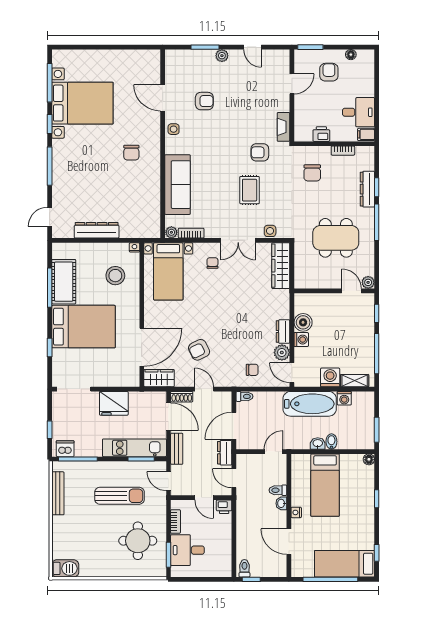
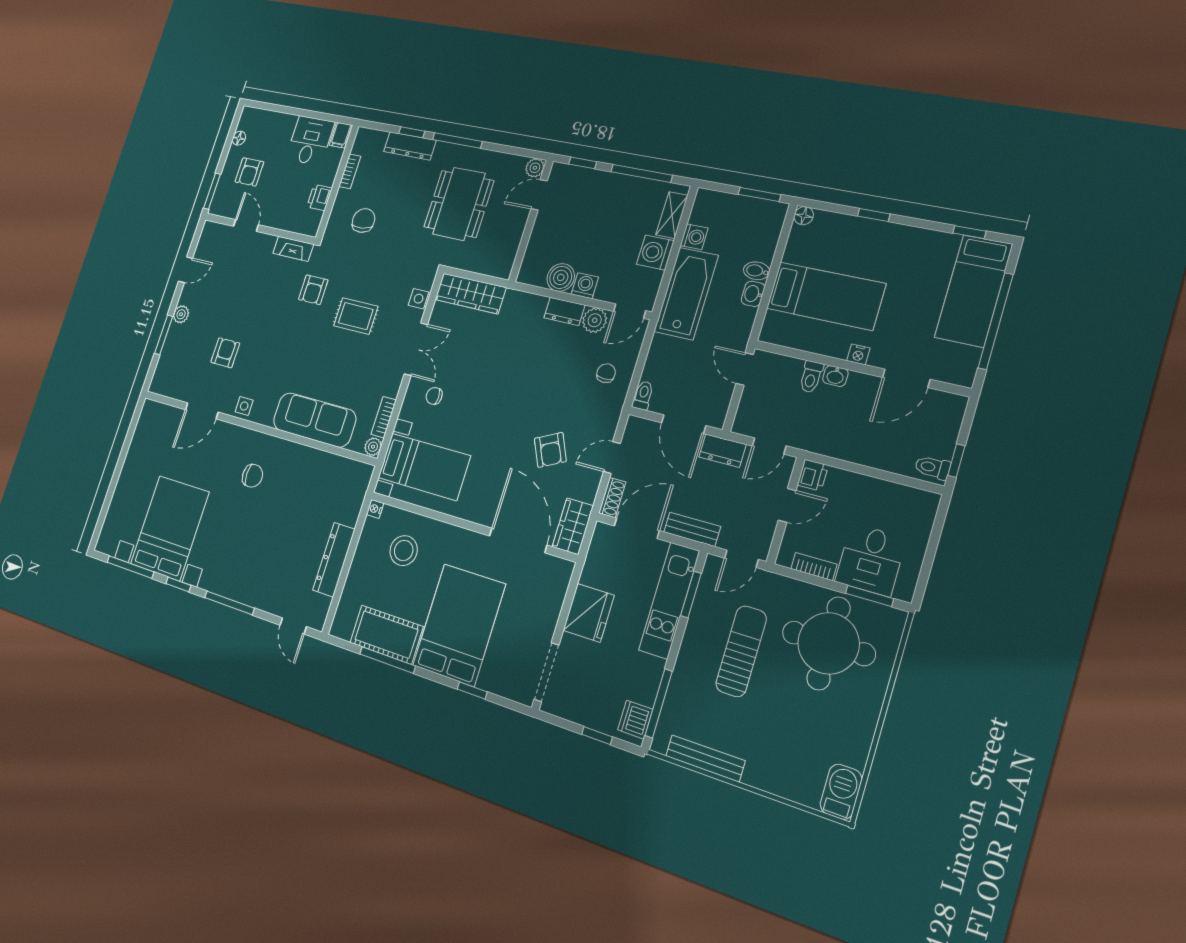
armchair: (329, 72) -> (249, 172), turned -90
chair: (312, 173) -> (363, 220), turned -96
round table: (138, 541) -> (829, 643), width x1.36, depth x1.36

